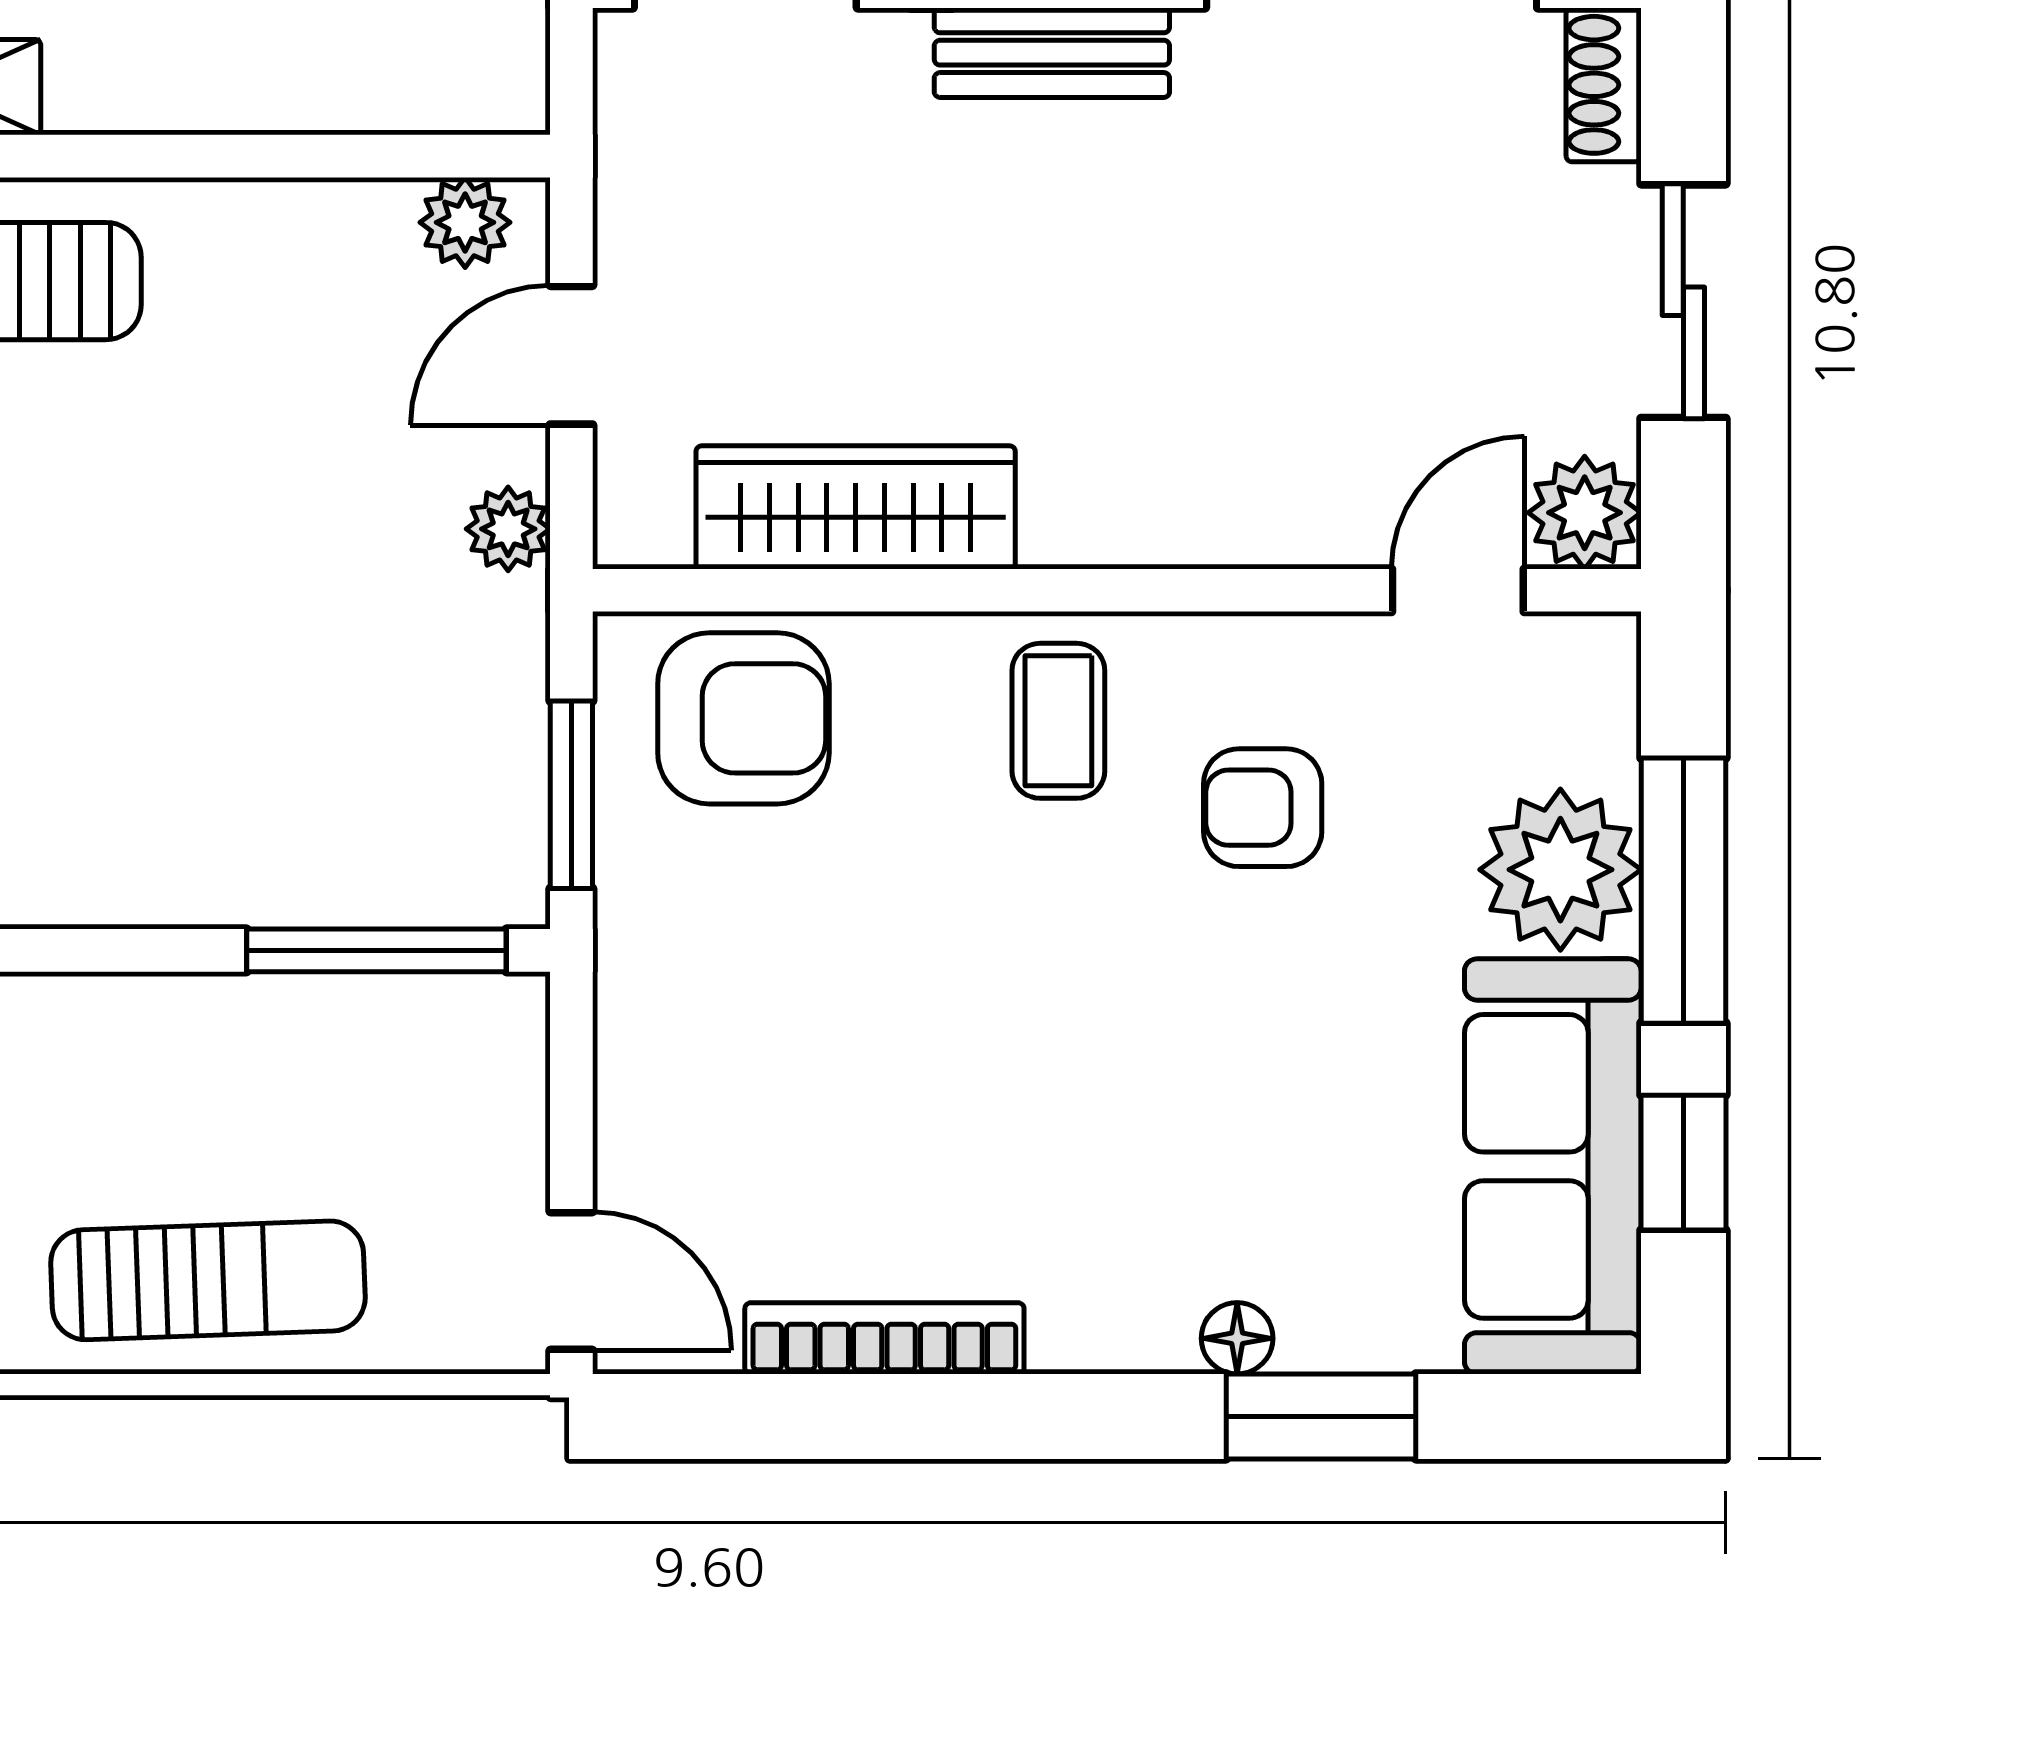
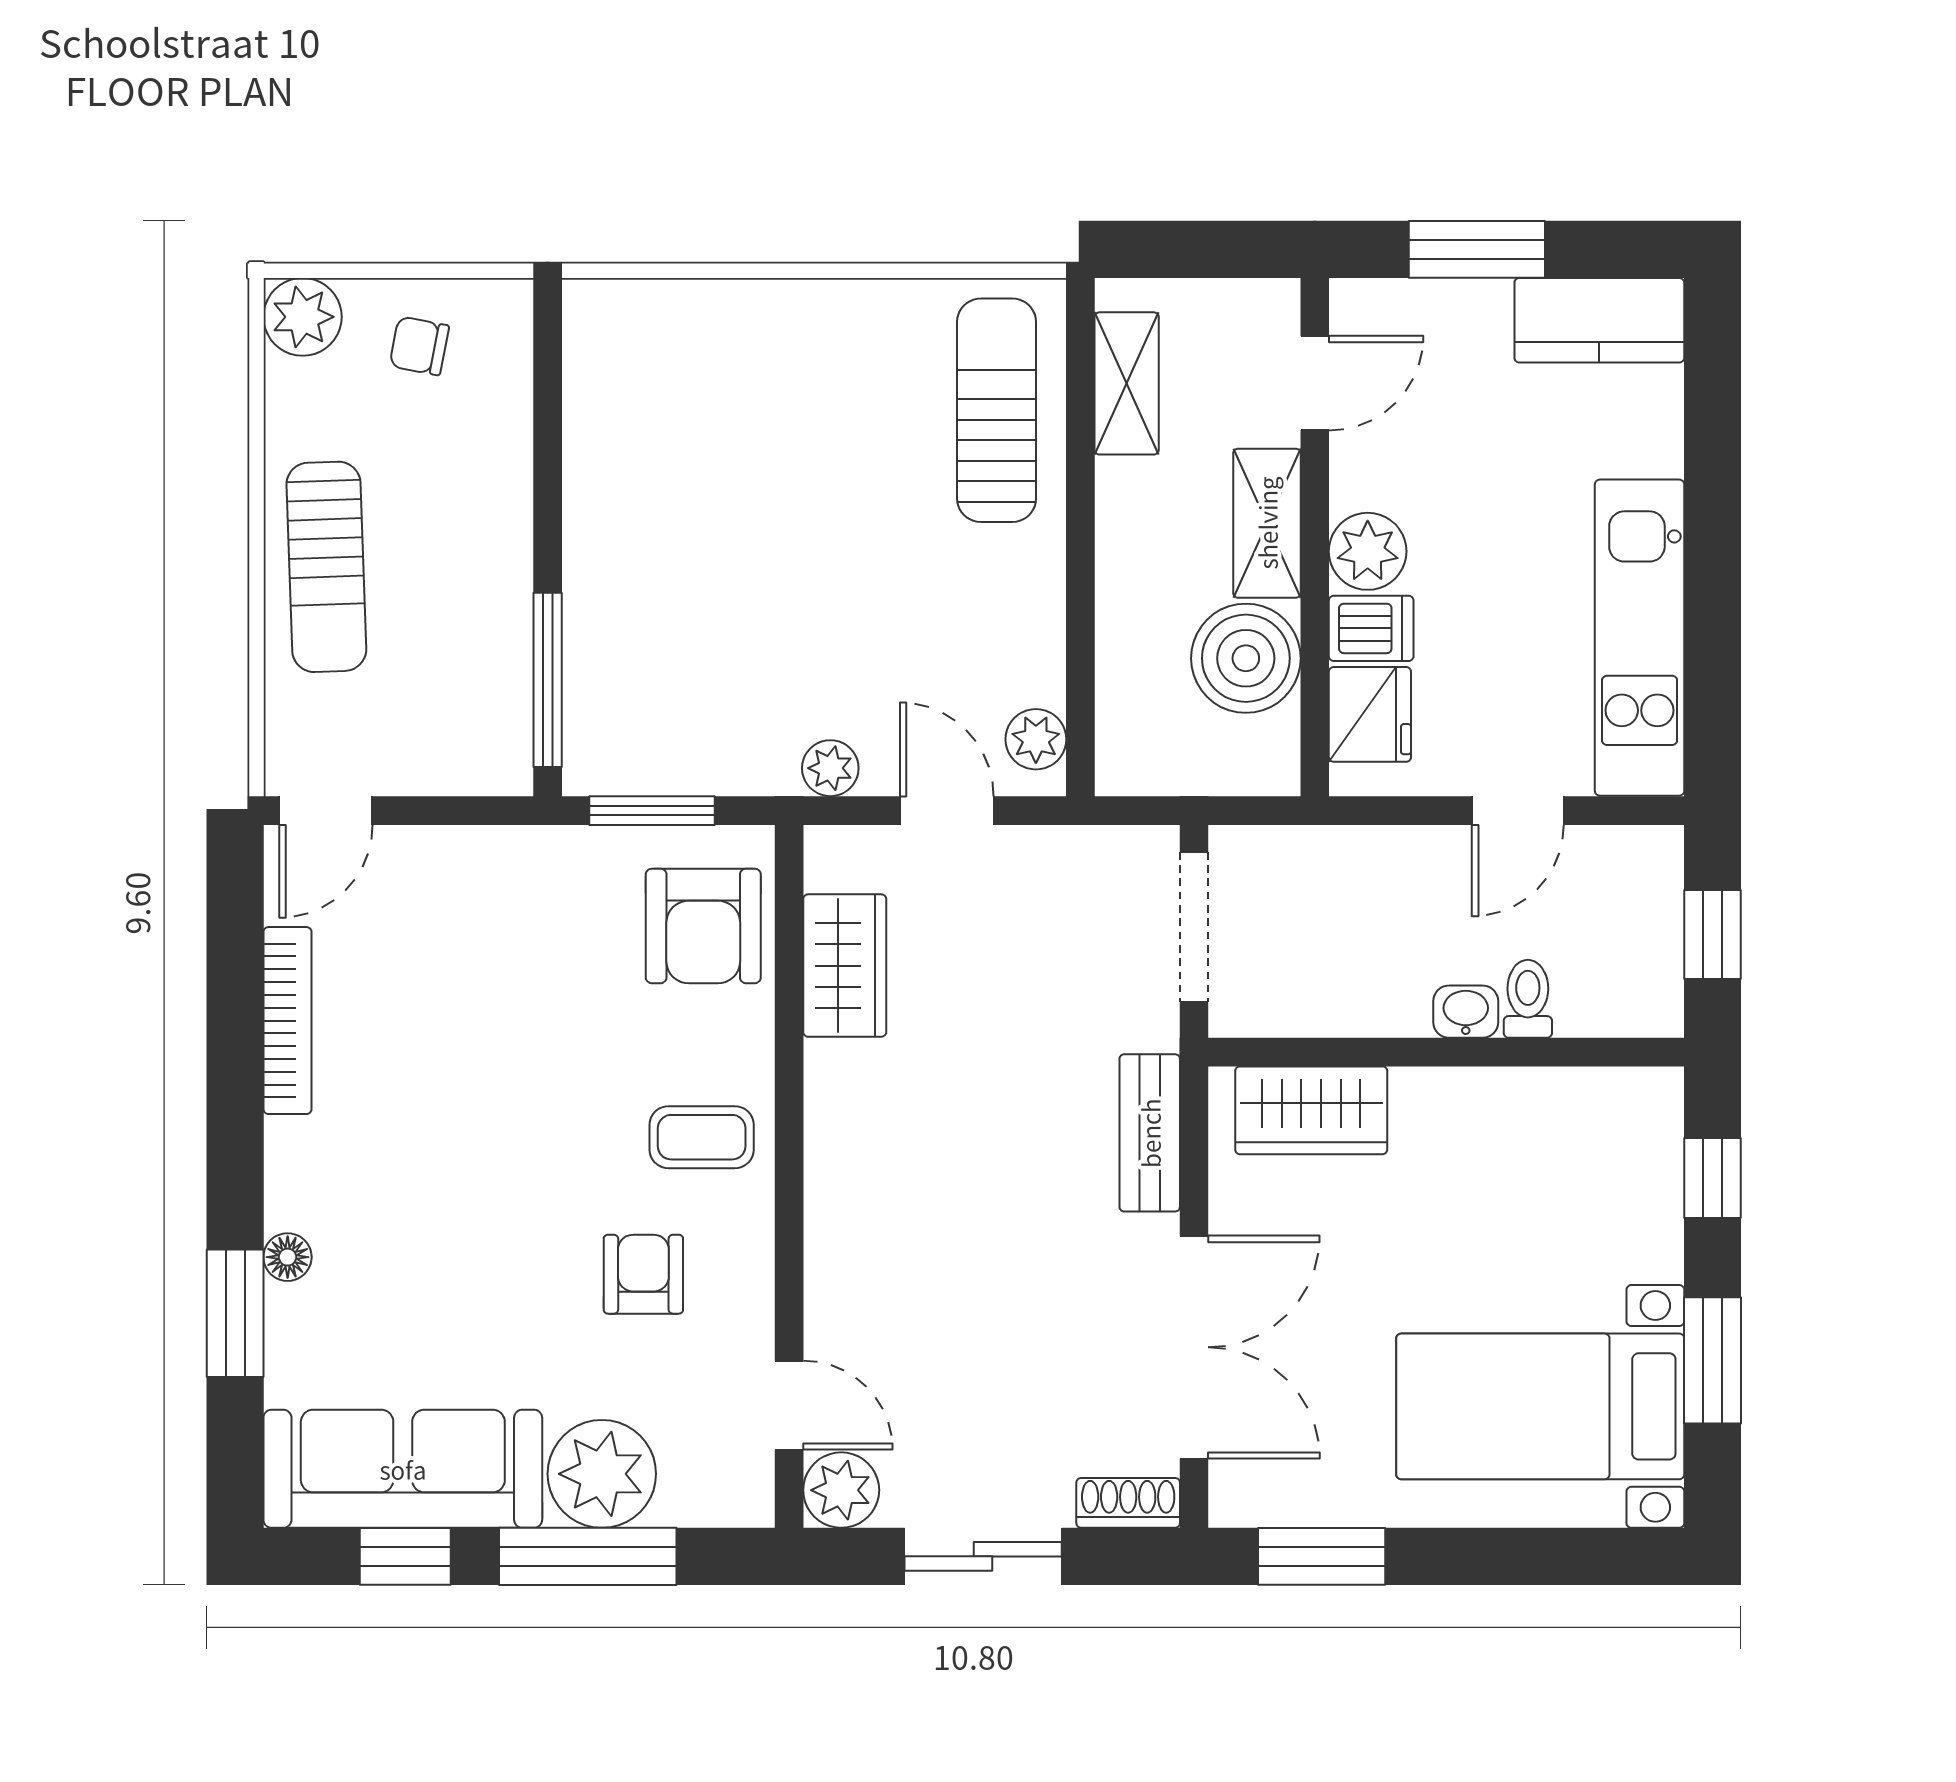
wardrobe: (856, 507) -> (845, 966), width x0.67

